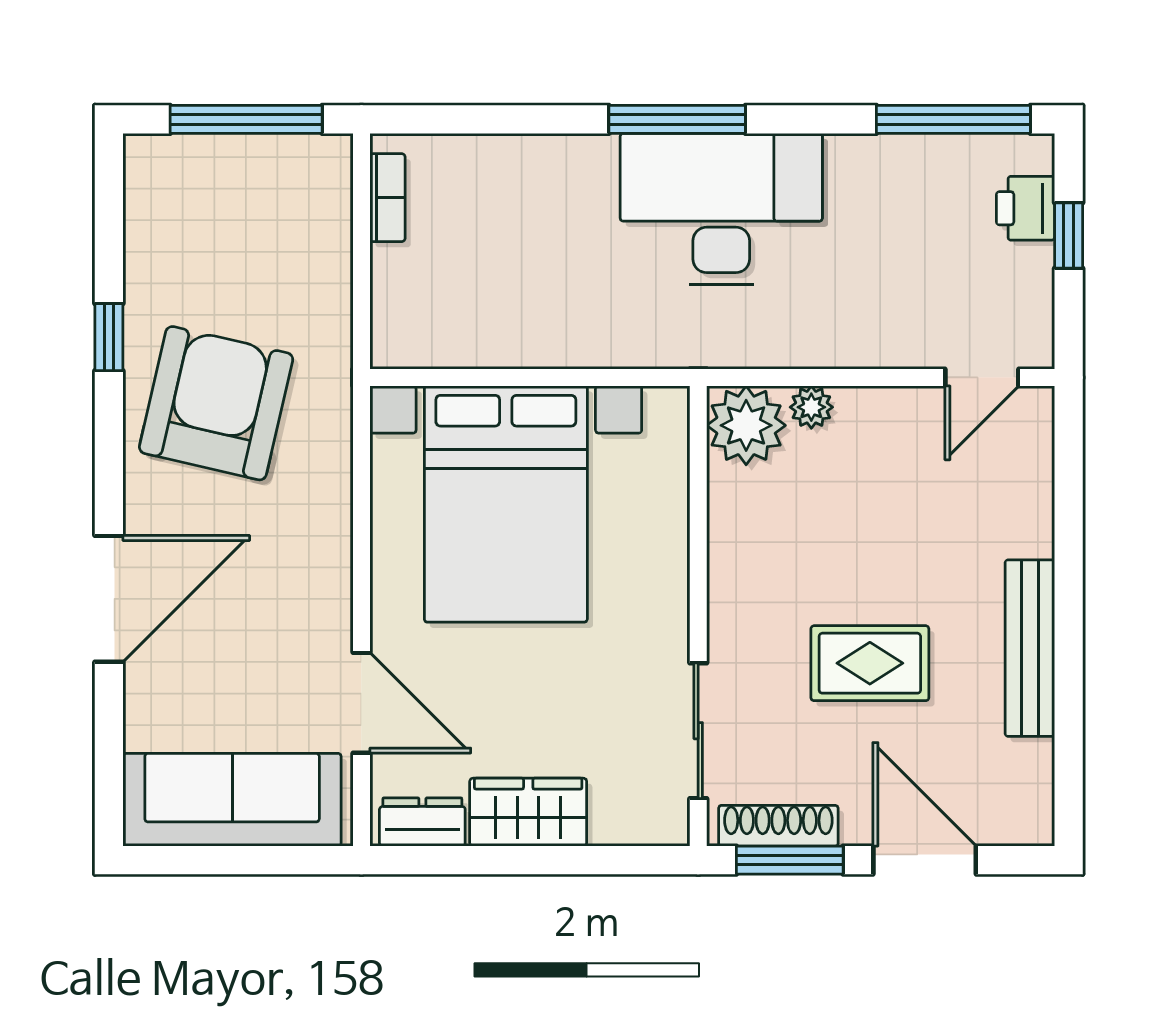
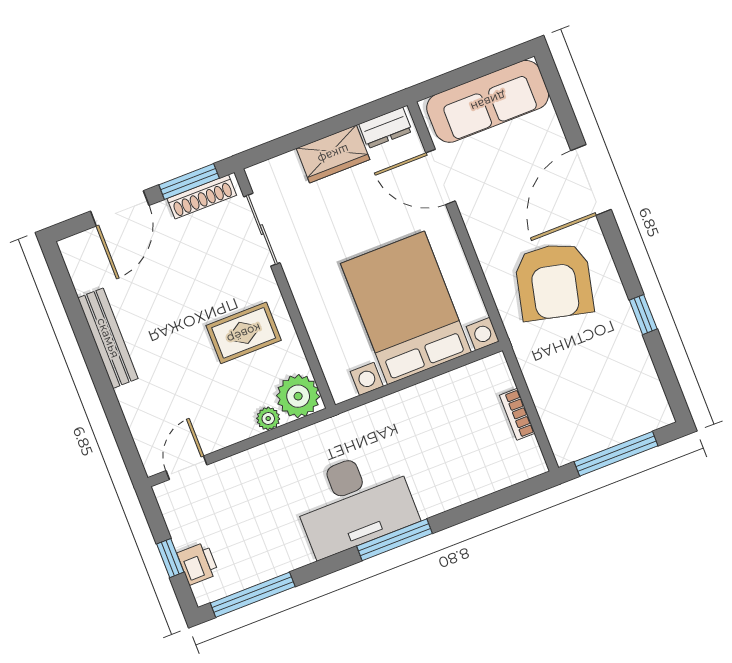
bookcase: (387, 198) -> (517, 414), moved
armchair: (216, 403) -> (554, 281), moved
rug: (870, 663) -> (244, 333), moved
door: (925, 860) -> (120, 208), hinge flipped

